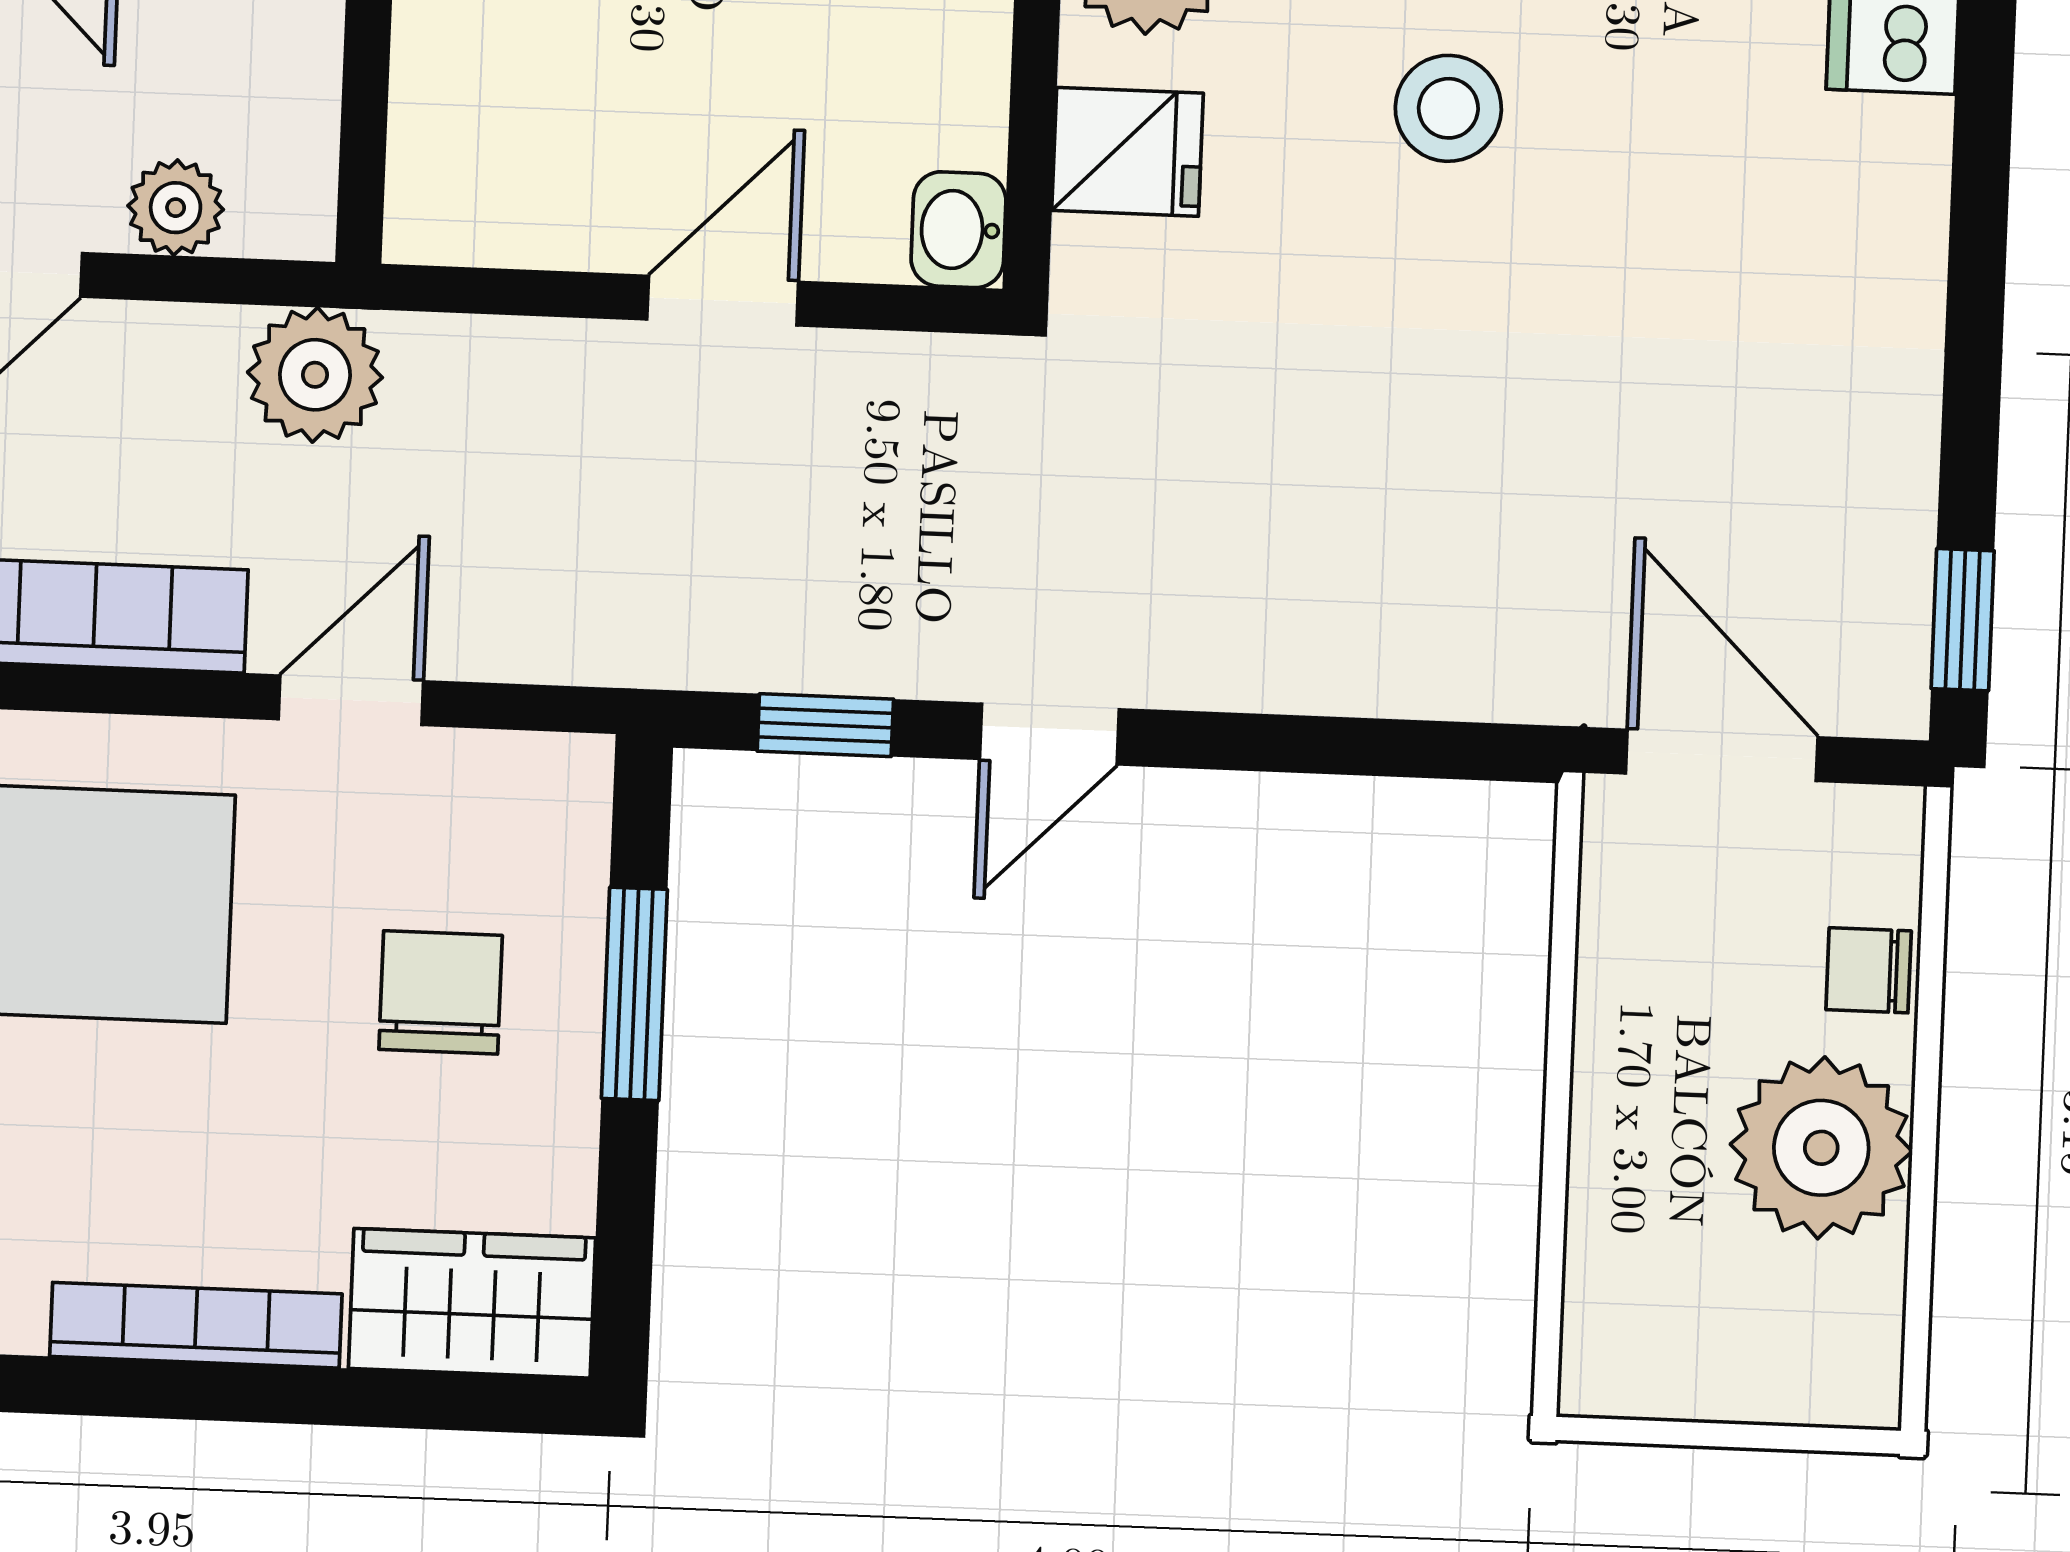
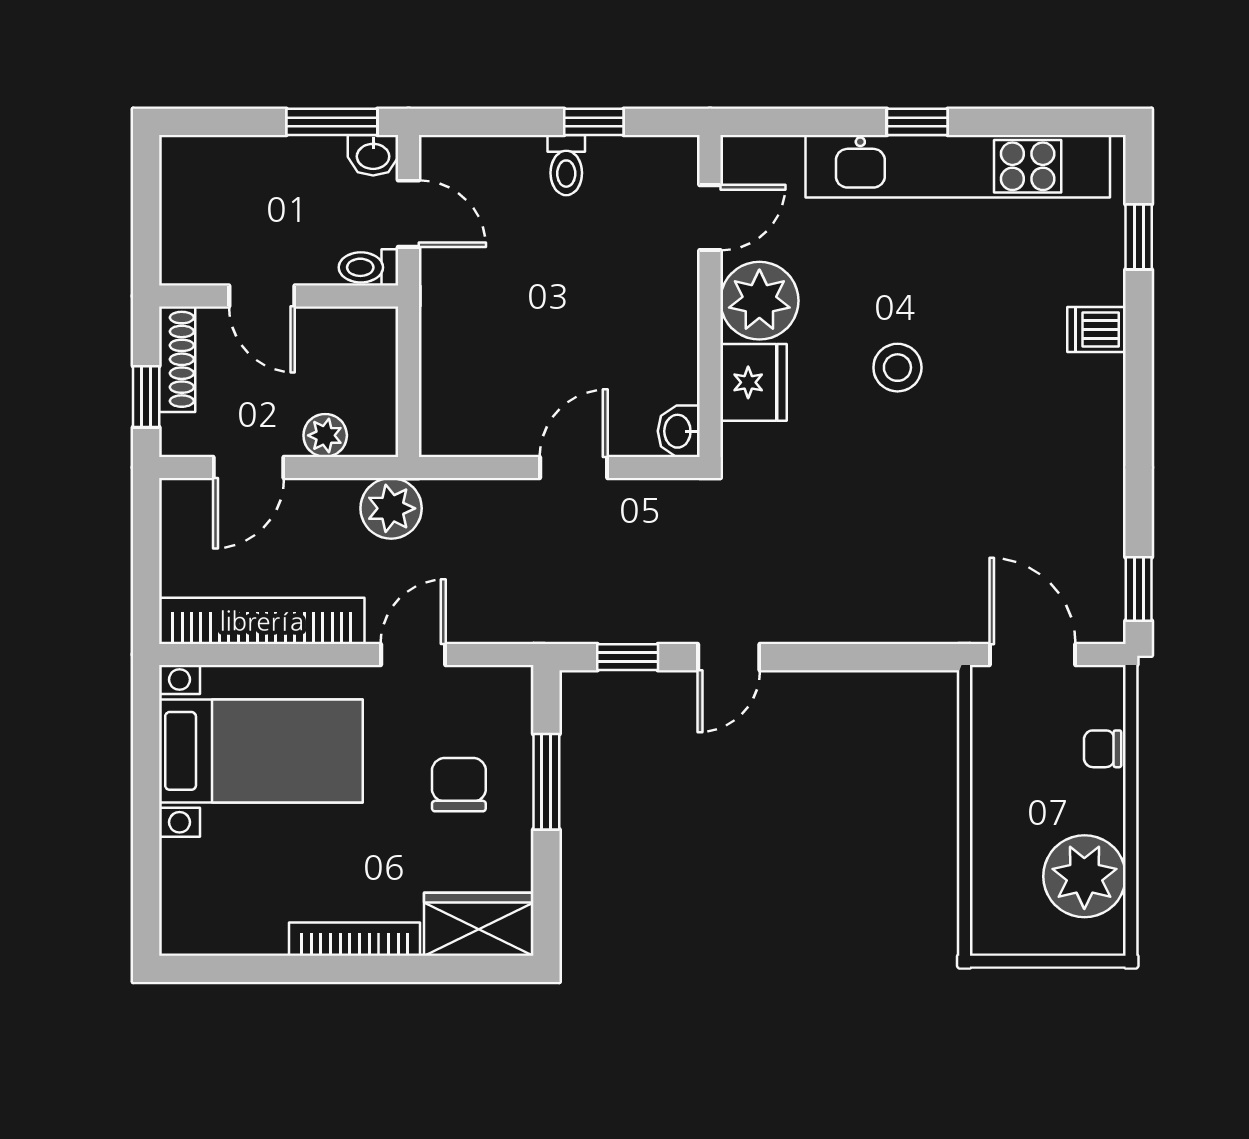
fridge: (1128, 152) -> (754, 382), width x1.38
plant: (1821, 1148) -> (1084, 876), moved

